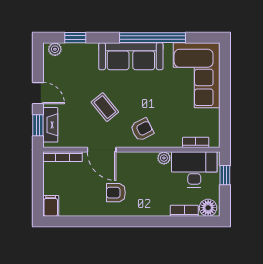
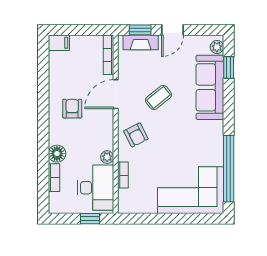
window: (153, 38) -> (229, 169), moved
sofa: (131, 56) -> (210, 87), moved
bookcase: (196, 142) -> (123, 175), moved
floor lamp: (208, 208) -> (57, 154), moved

